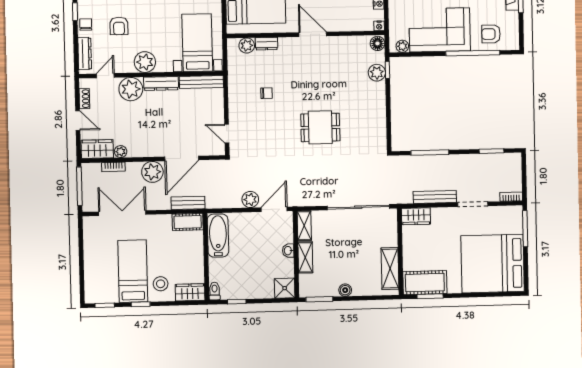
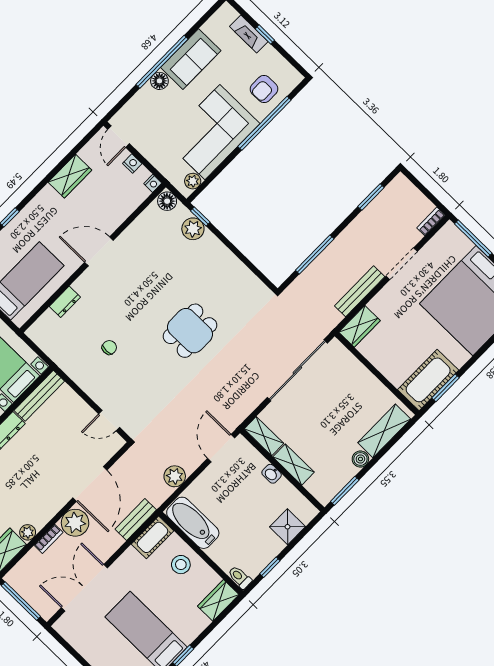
plant: (247, 45) -> (48, 321), removed
bookcase: (113, 167) -> (49, 539), moved
plant: (250, 199) -> (175, 476), moved
shelving: (390, 269) -> (384, 431), moved, turned 90
stool: (161, 284) -> (181, 565), moved
shower: (285, 288) -> (287, 527), moved

